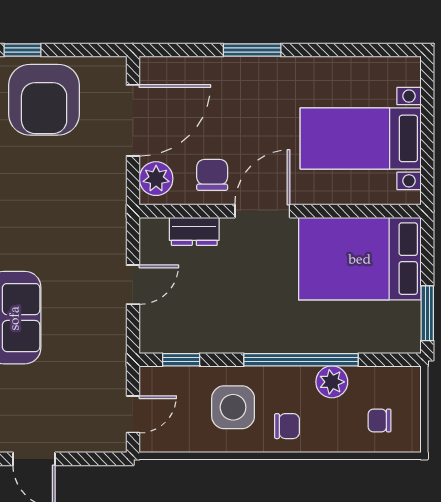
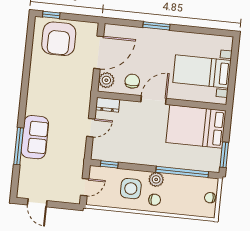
dresser: (194, 231) -> (108, 105), moved
window: (301, 360) -> (182, 172), moved
plant: (332, 382) -> (156, 179), moved
chair: (379, 421) -> (210, 198), moved

